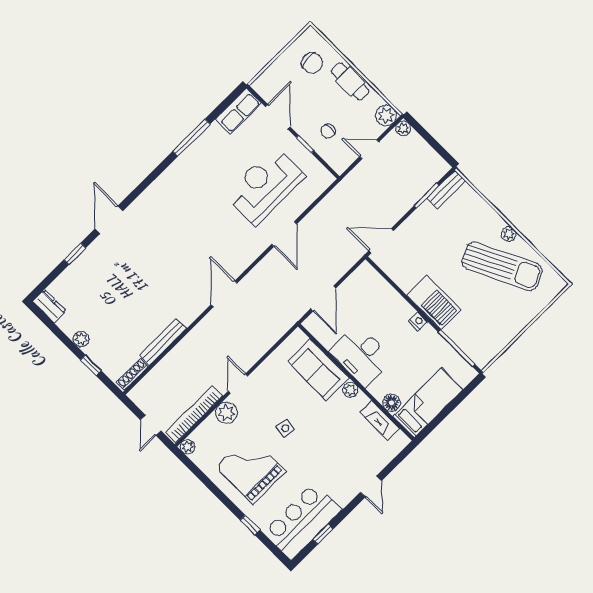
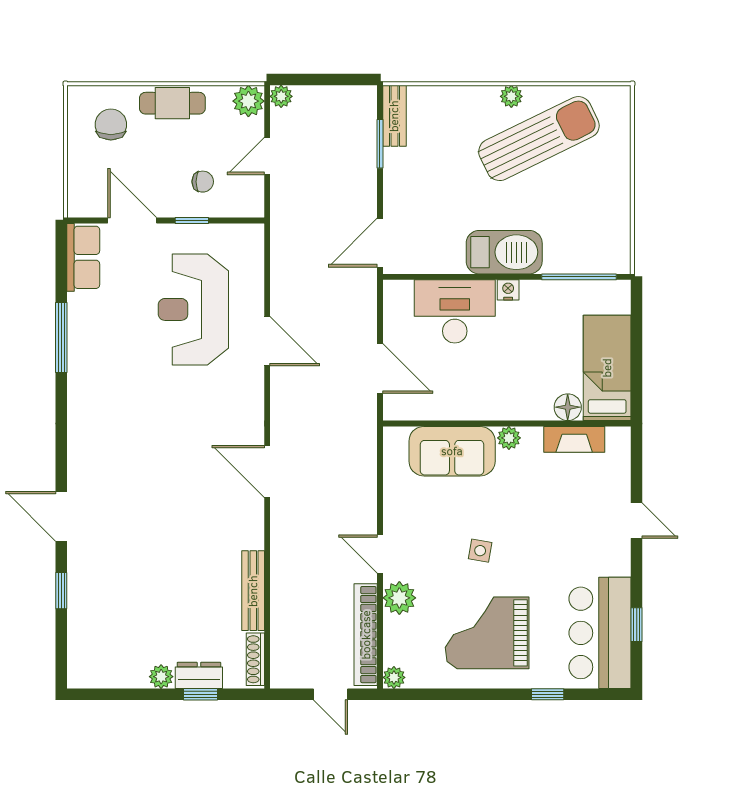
chair: (312, 63) -> (111, 125), turned -84
chair: (328, 131) -> (203, 182), turned -90
dresser: (49, 306) -> (199, 675), moved
desk: (361, 356) -> (455, 311), moved, turned 180

